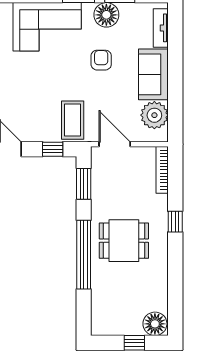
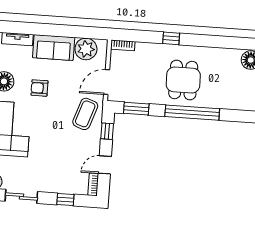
coffee table: (73, 120) -> (85, 114), turned -71
bookcase: (162, 170) -> (123, 45), width x0.64

